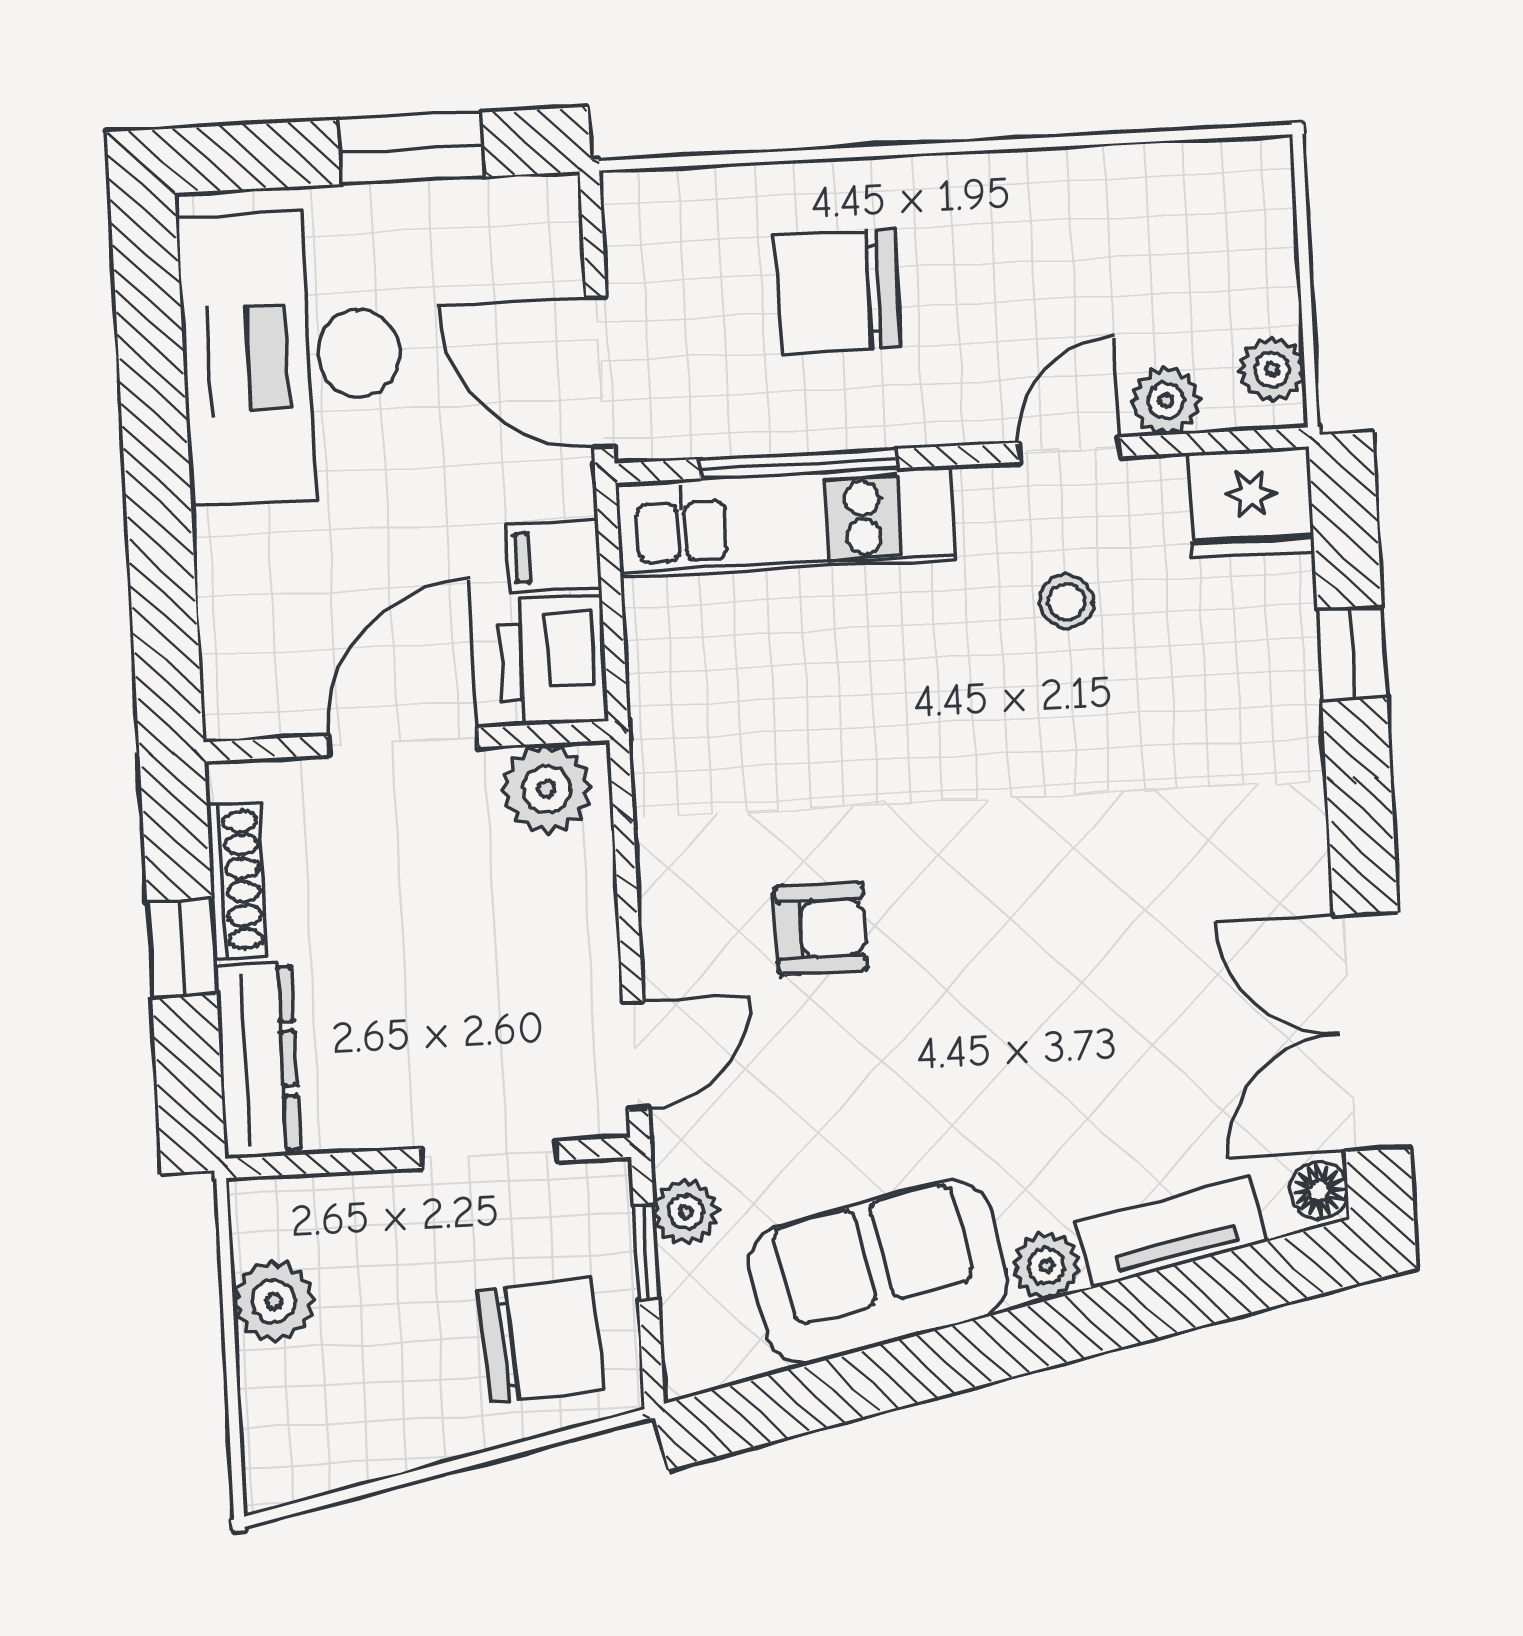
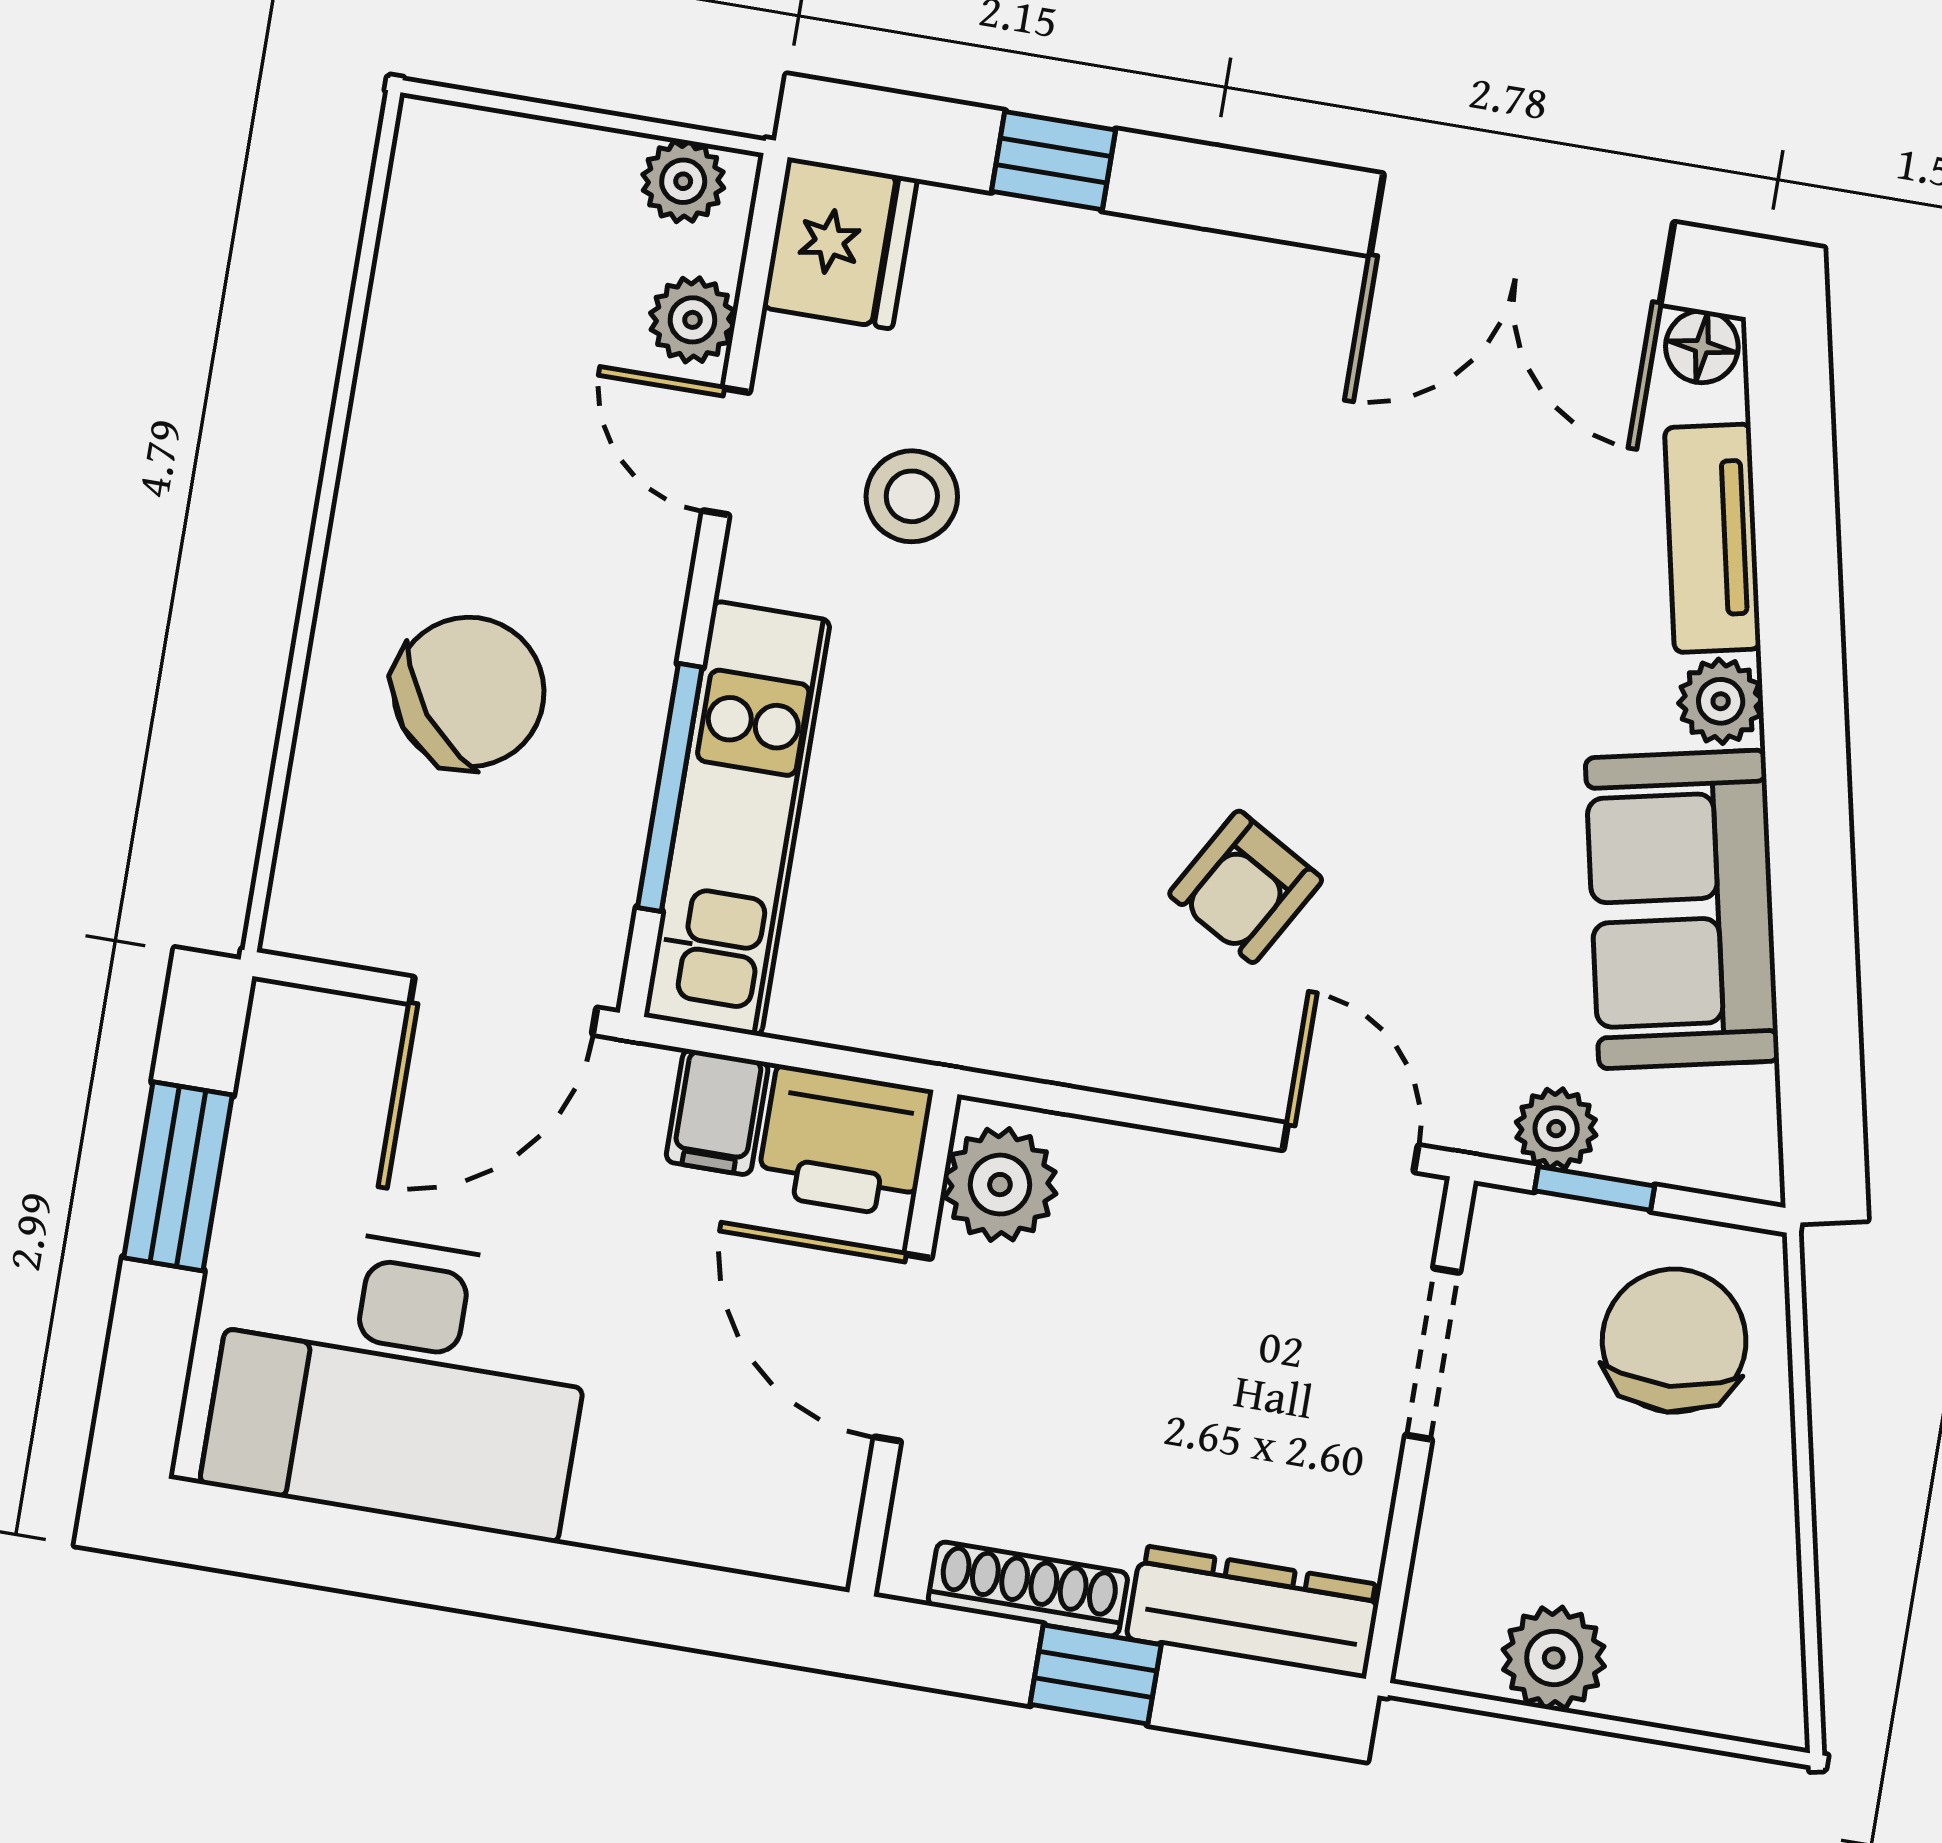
chair: (838, 291) -> (469, 692), turned -128
stool: (1066, 602) -> (912, 496), width x1.37, depth x1.37
armchair: (820, 929) -> (1246, 887), turned -150

